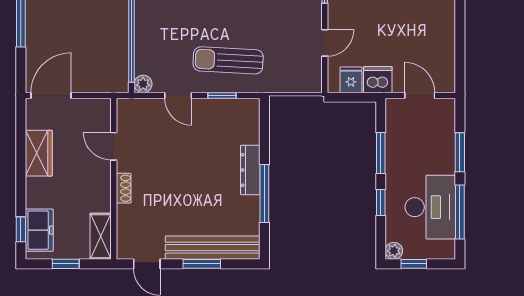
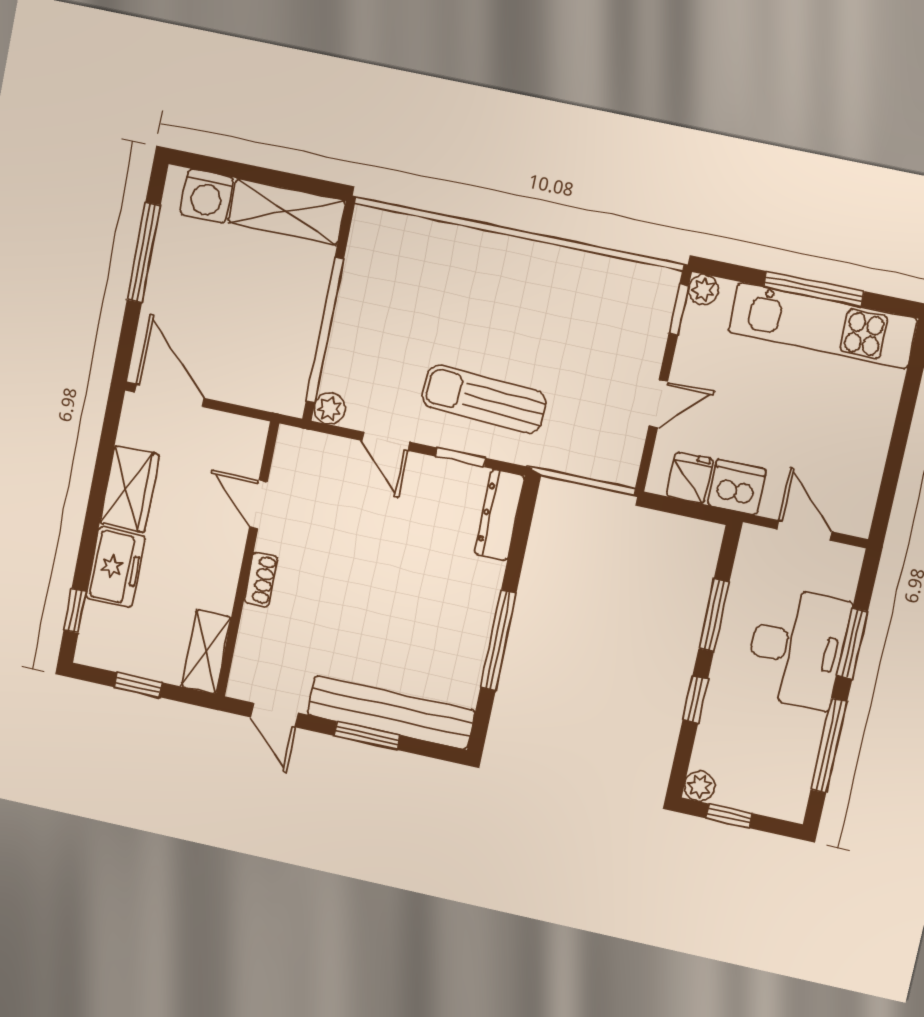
door: (51, 95) -> (169, 395), hinge flipped
dresser: (250, 170) -> (499, 515), moved
desk: (430, 207) -> (797, 648), moved
freezer: (39, 230) -> (115, 567), moved

